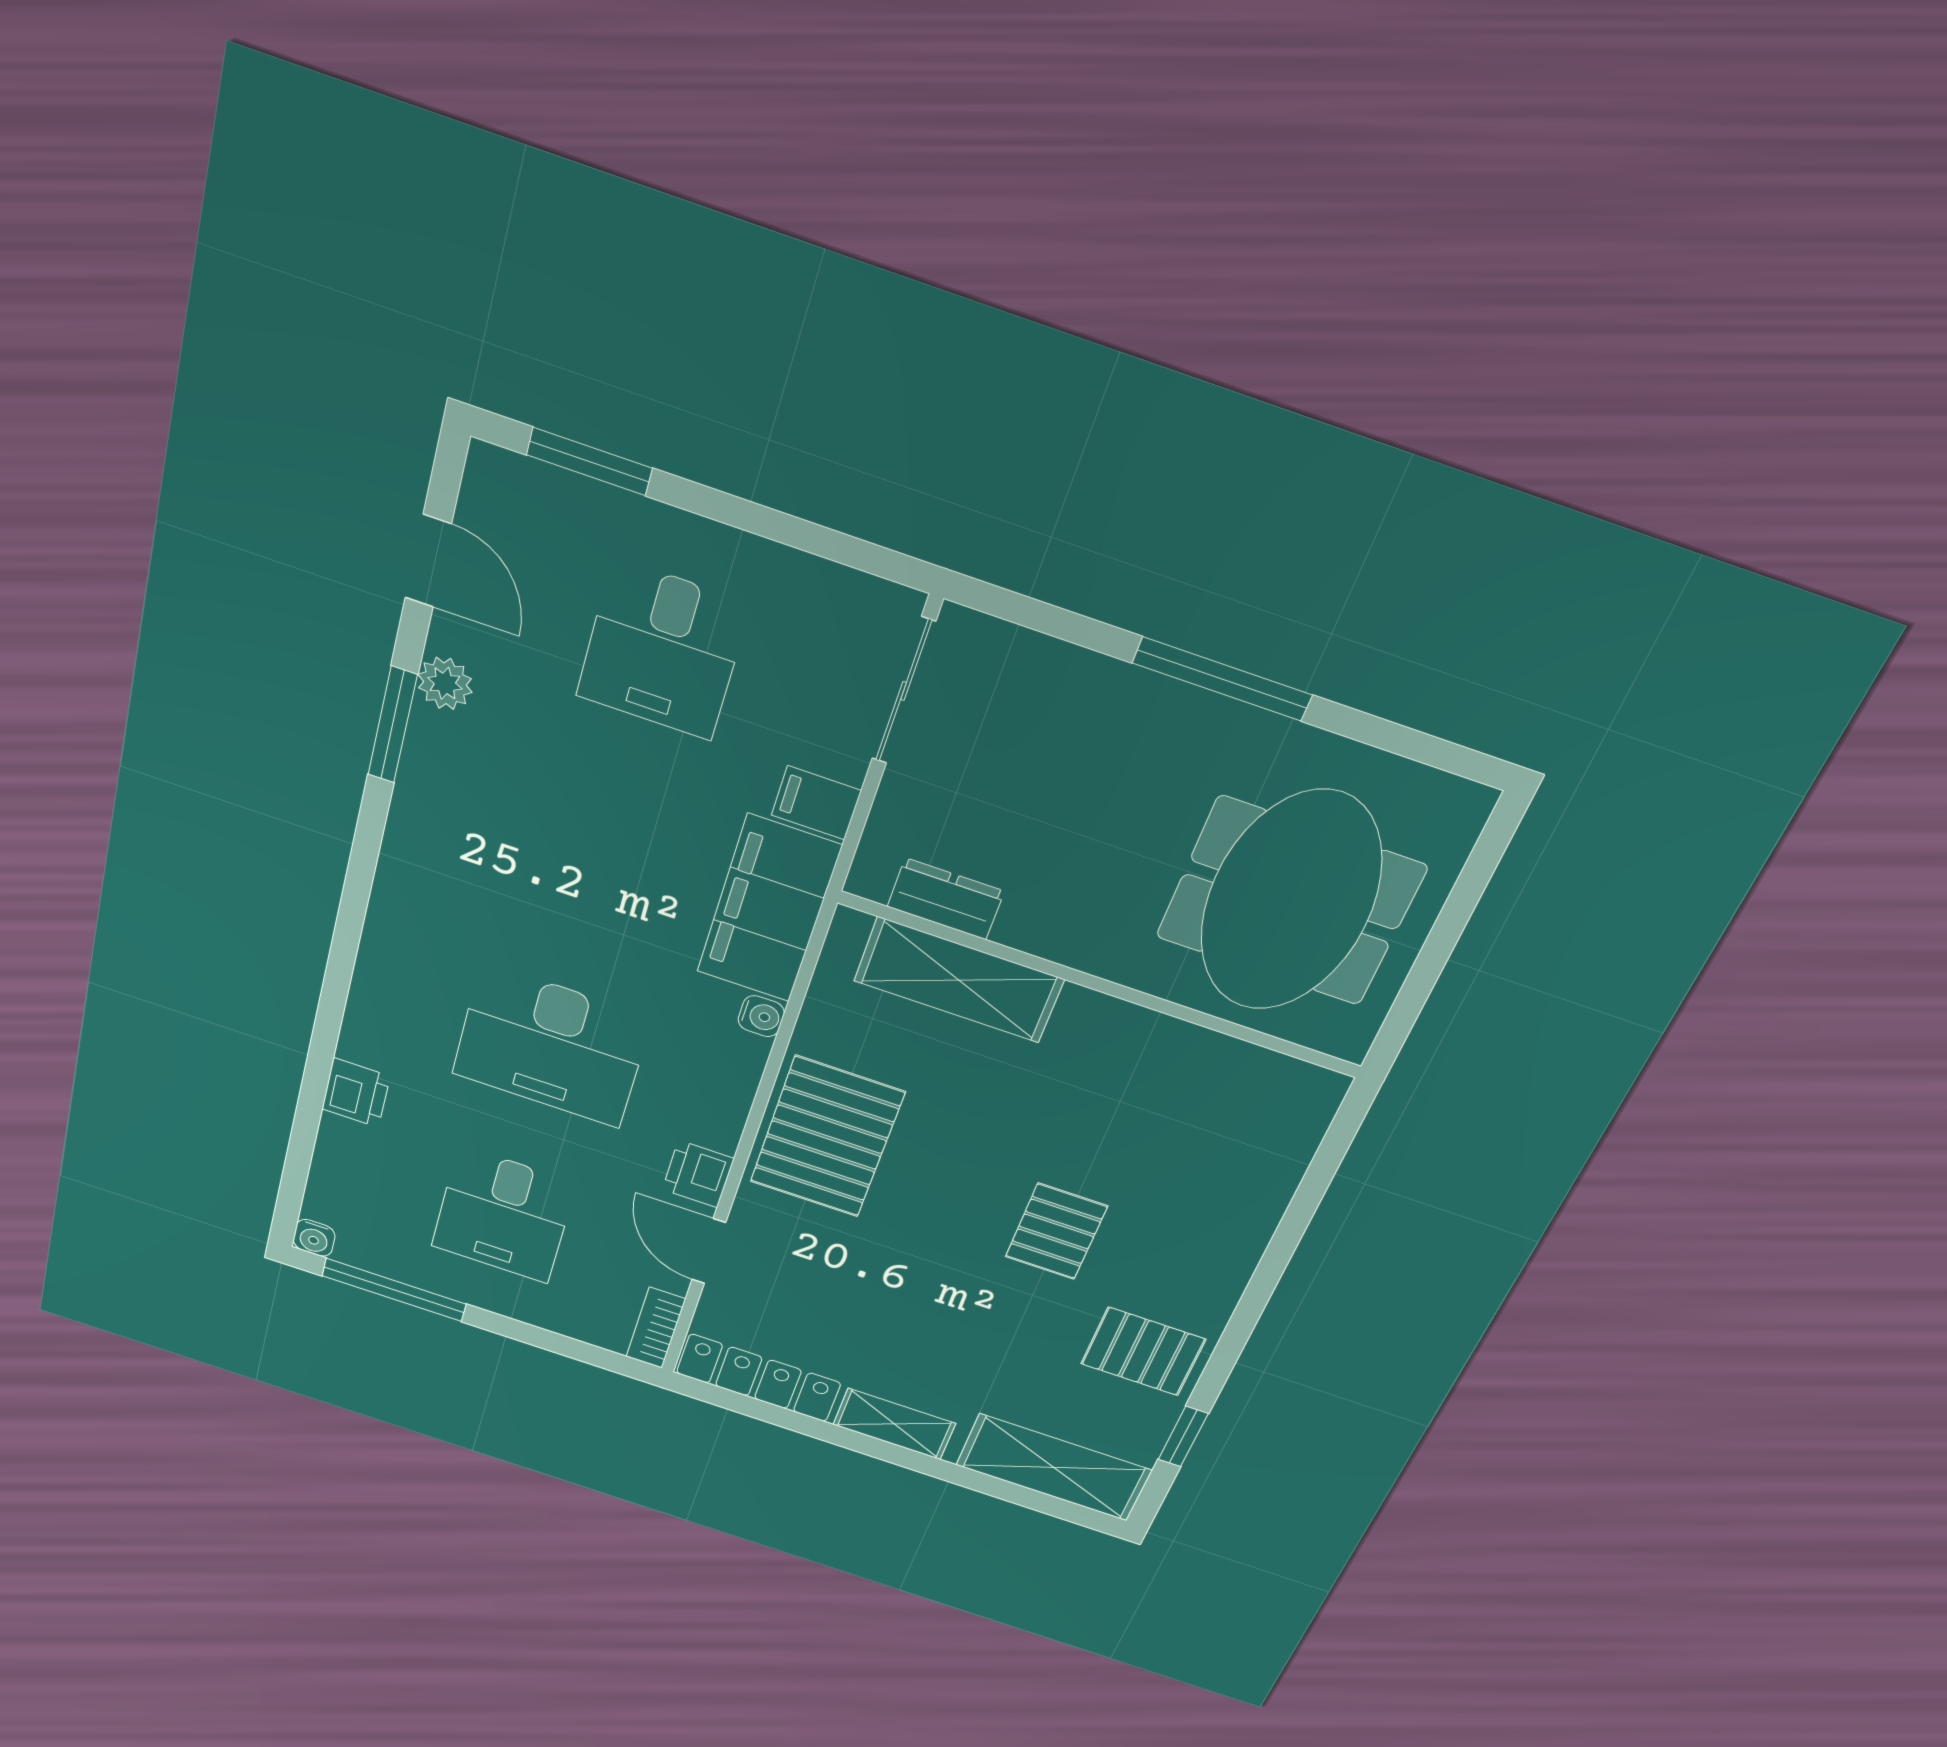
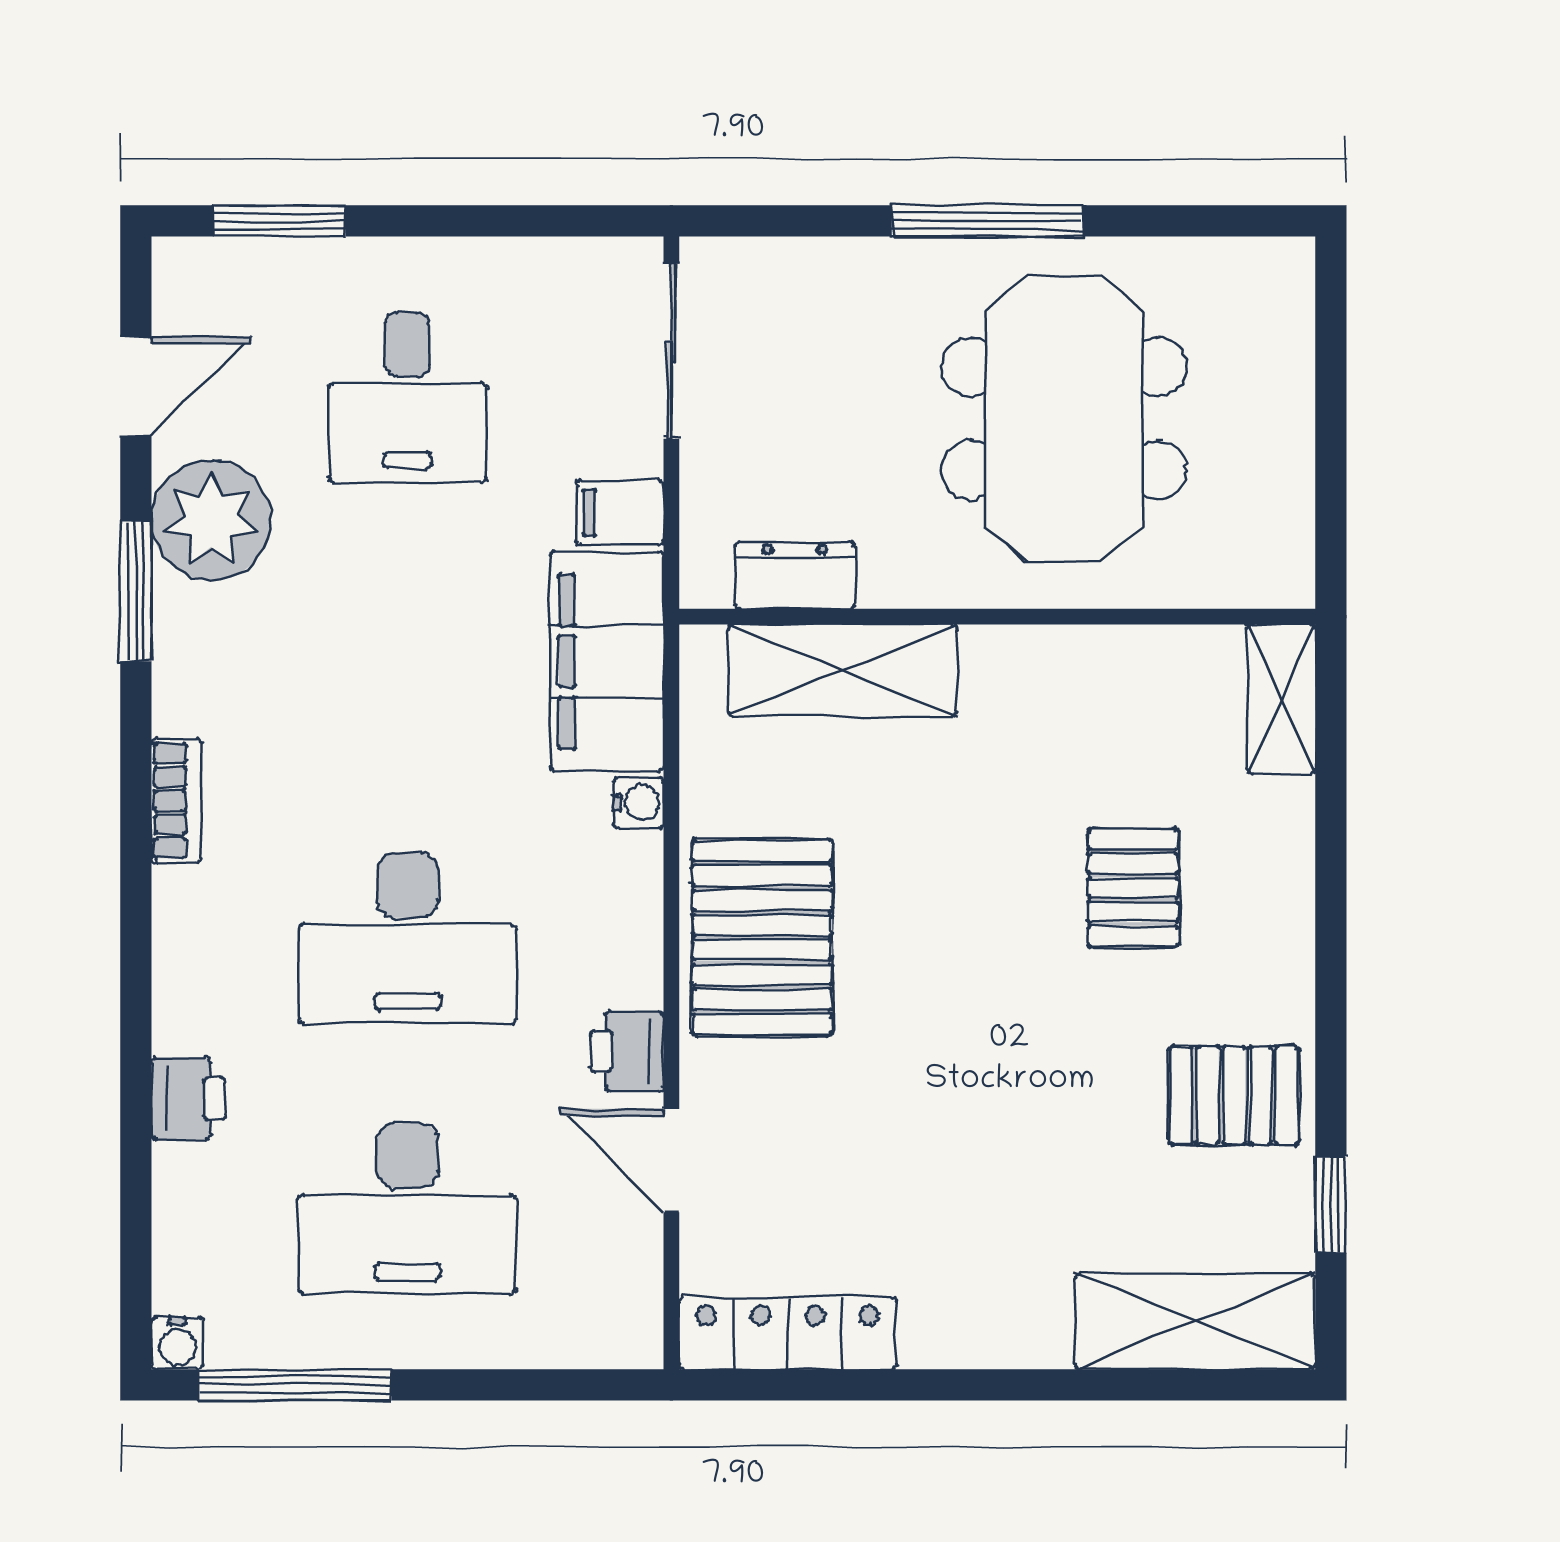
door: (428, 561) -> (136, 387), hinge flipped
plant: (445, 683) -> (211, 520), width x1.88, depth x1.88
meeting table: (1290, 902) -> (1064, 419), moved
desk: (504, 1215) -> (407, 1209), width x1.37
pallet: (1056, 1231) -> (1133, 888), moved
bookcase: (656, 1328) -> (176, 801), moved, turned 180
shelving: (894, 1424) -> (1282, 699), moved, turned 90

